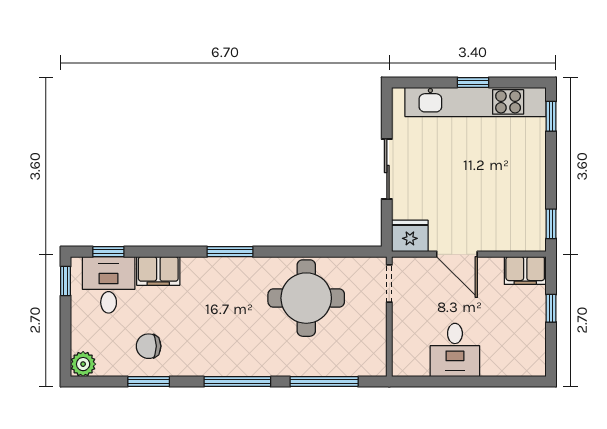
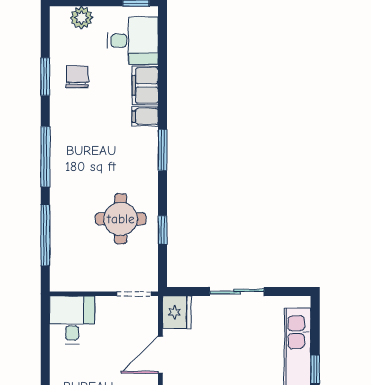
window: (108, 252) -> (163, 230), moved
filing cabinet: (193, 271) -> (145, 116), added
round table: (306, 298) -> (121, 219), width x0.73, depth x0.73
desk: (455, 350) -> (72, 320), moved, turned 90
plant: (83, 364) -> (81, 18), moved

